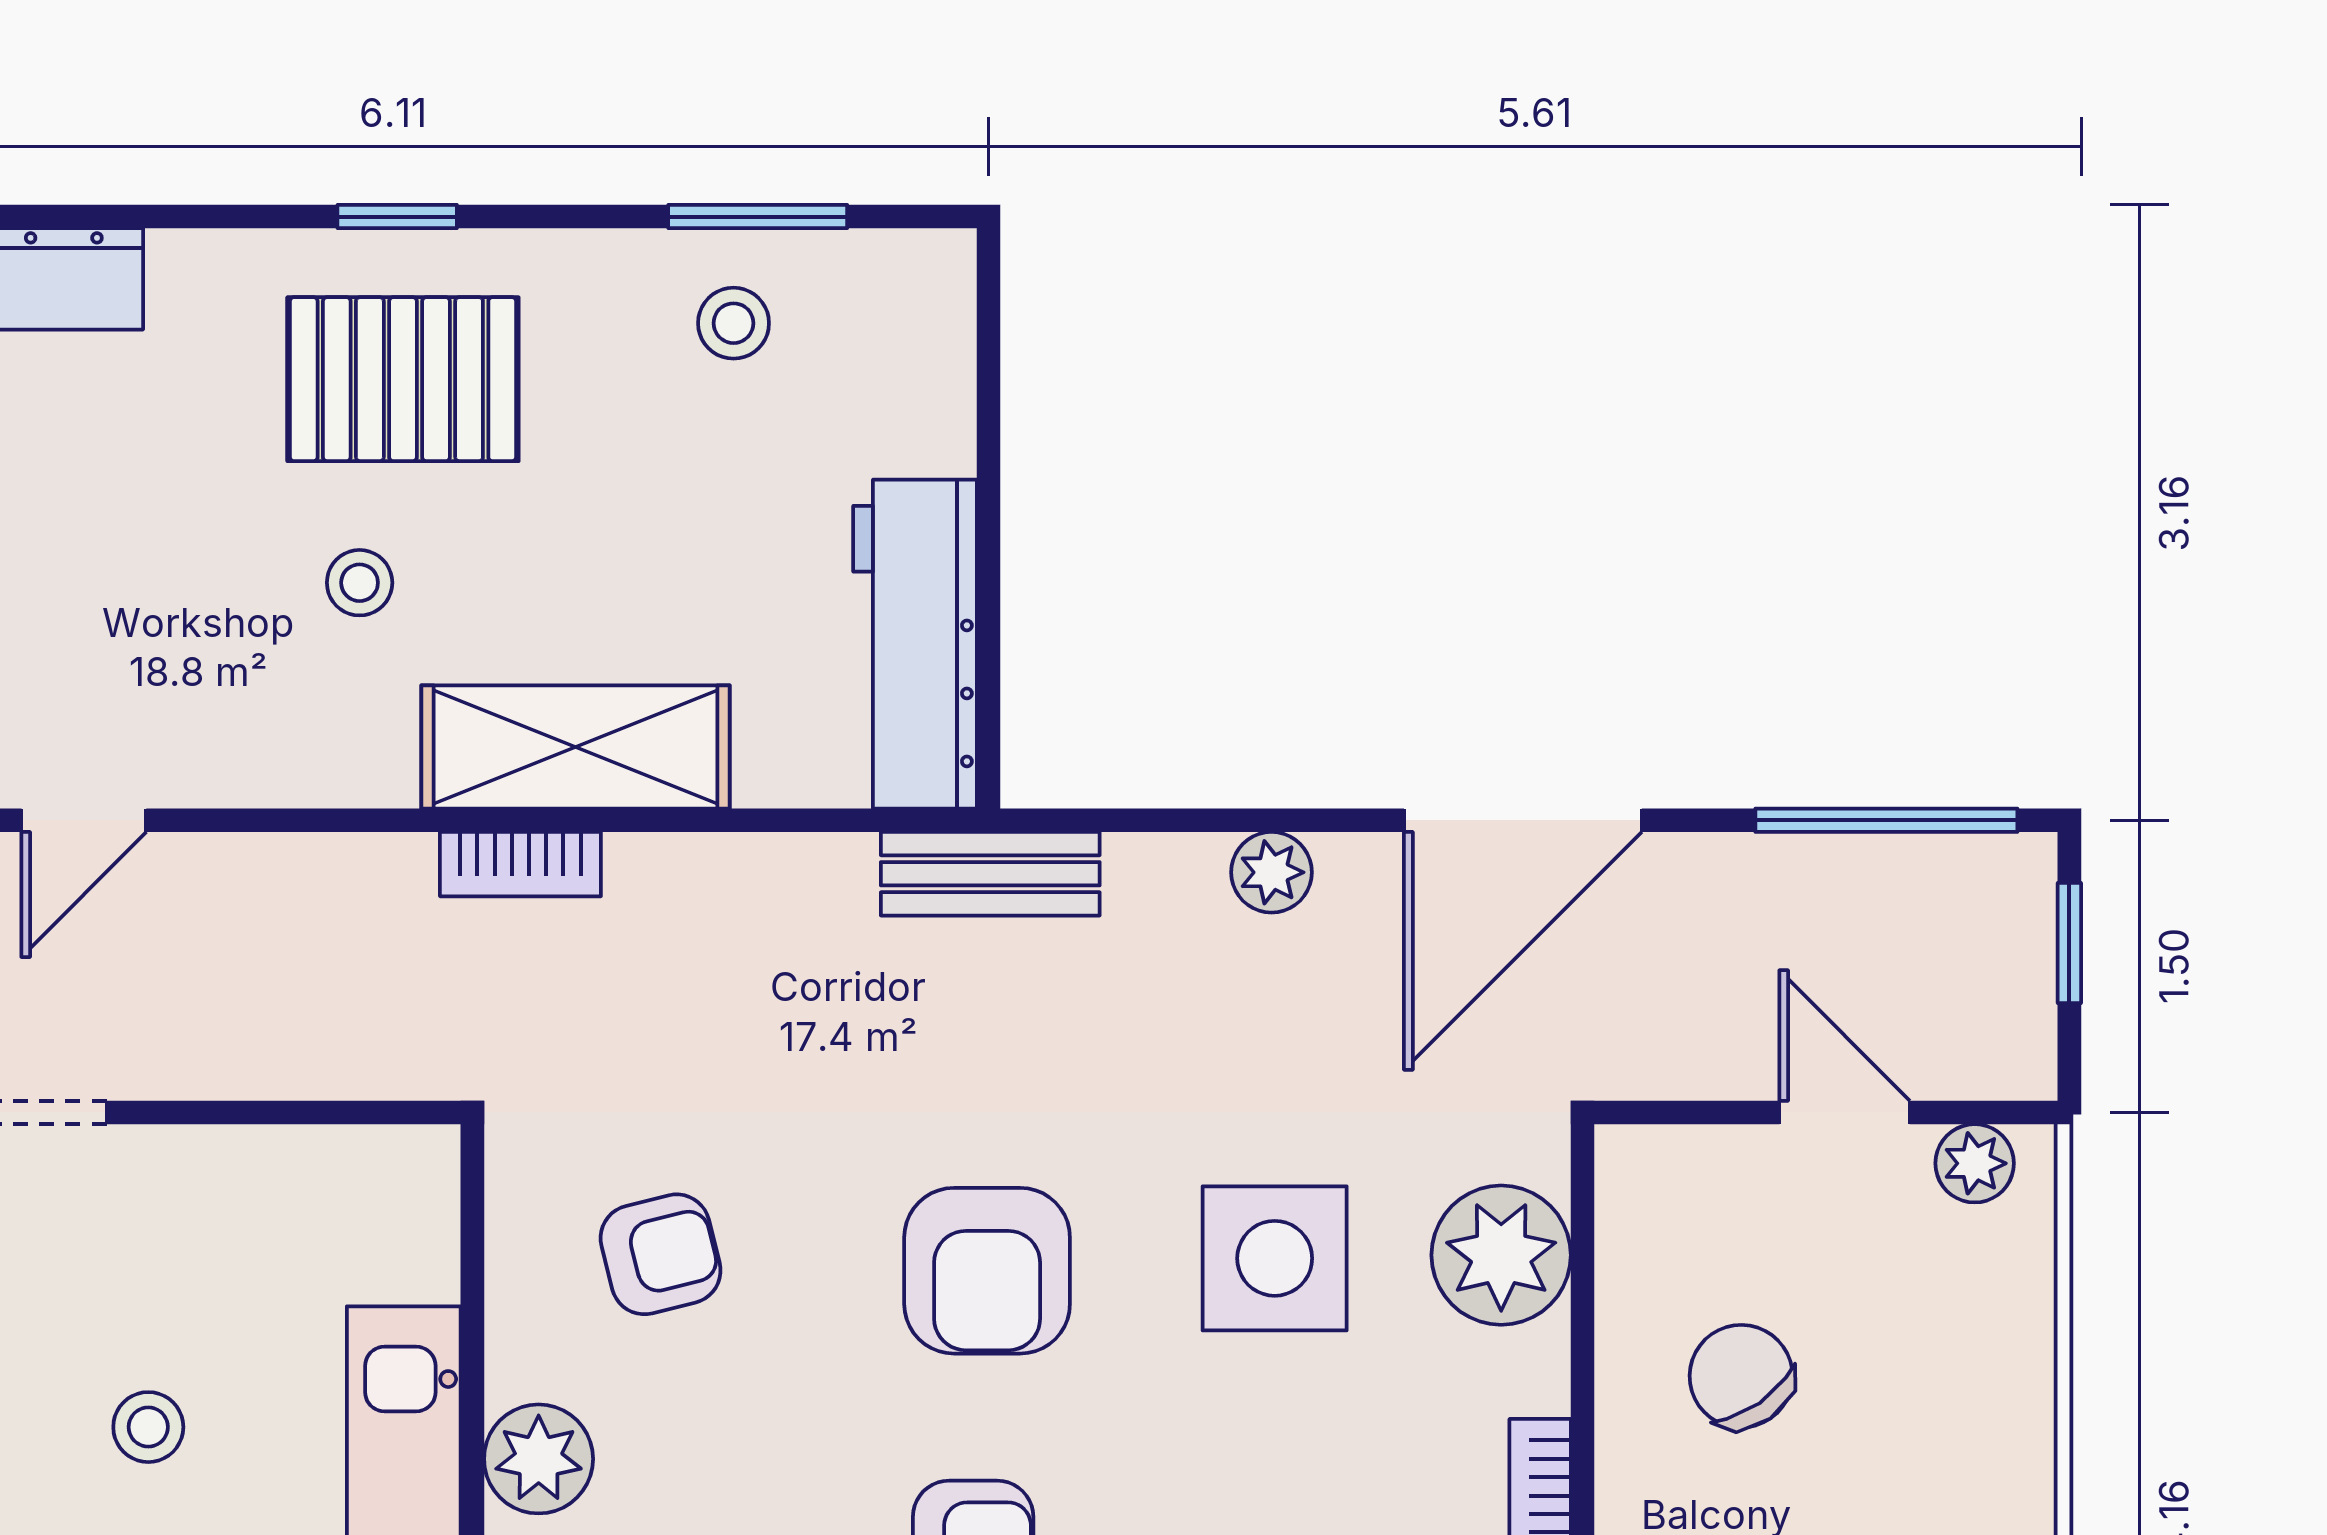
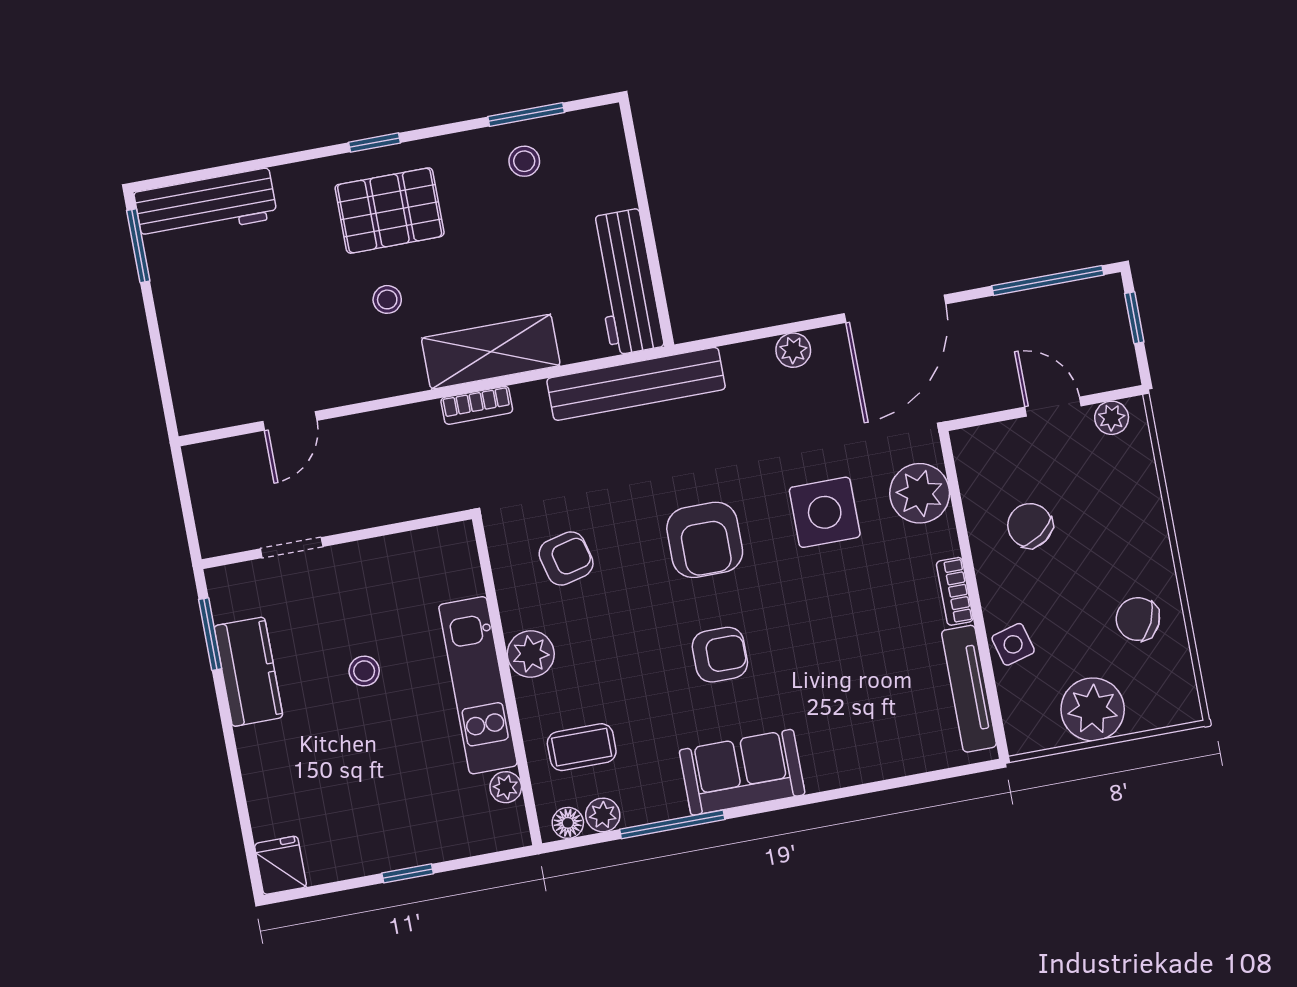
bench: (990, 874) -> (636, 384), width x1.86, depth x1.21

